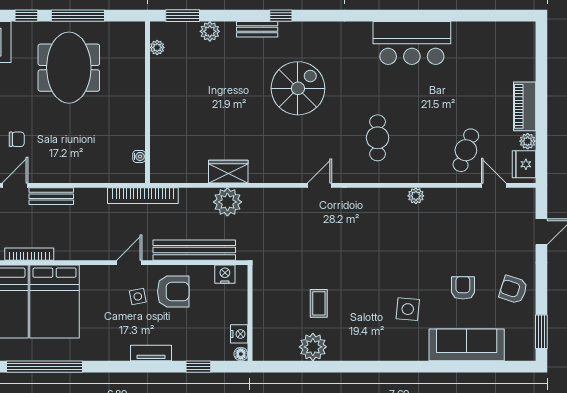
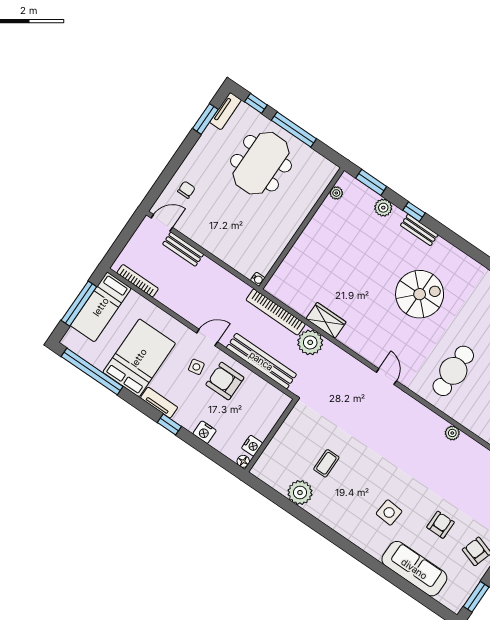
window: (281, 16) -> (414, 212), moved
cafe table: (378, 138) -> (453, 371), width x1.37, depth x1.35
chair: (17, 139) -> (186, 190), turned -90
water cooler: (139, 156) -> (258, 279), moved
door: (320, 185) -> (386, 377), hinge flipped
bookcase: (143, 196) -> (276, 312), moved
nightstand: (225, 274) -> (205, 432), moved, turned 180
armchair: (173, 292) -> (225, 381), turned 180
bed: (54, 302) -> (139, 358), moved, turned 180
tv unit: (151, 353) -> (159, 403), moved
window: (198, 367) -> (169, 424), moved

